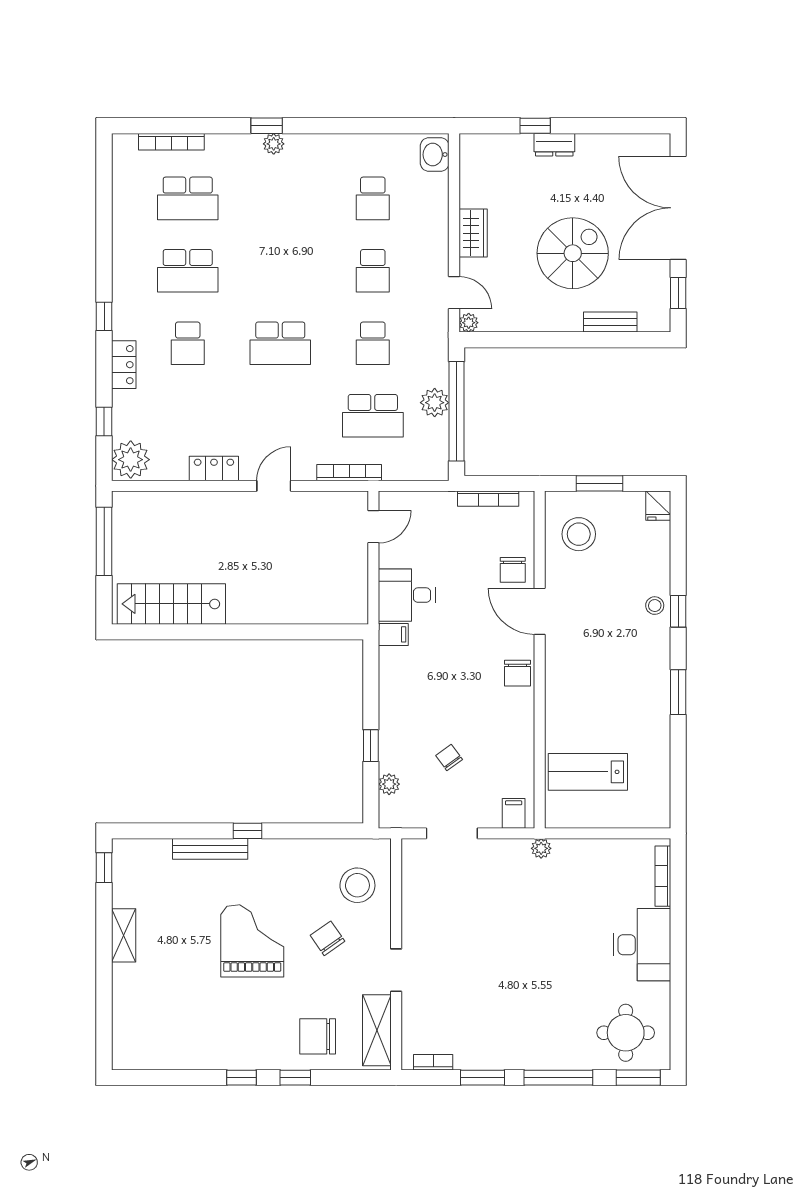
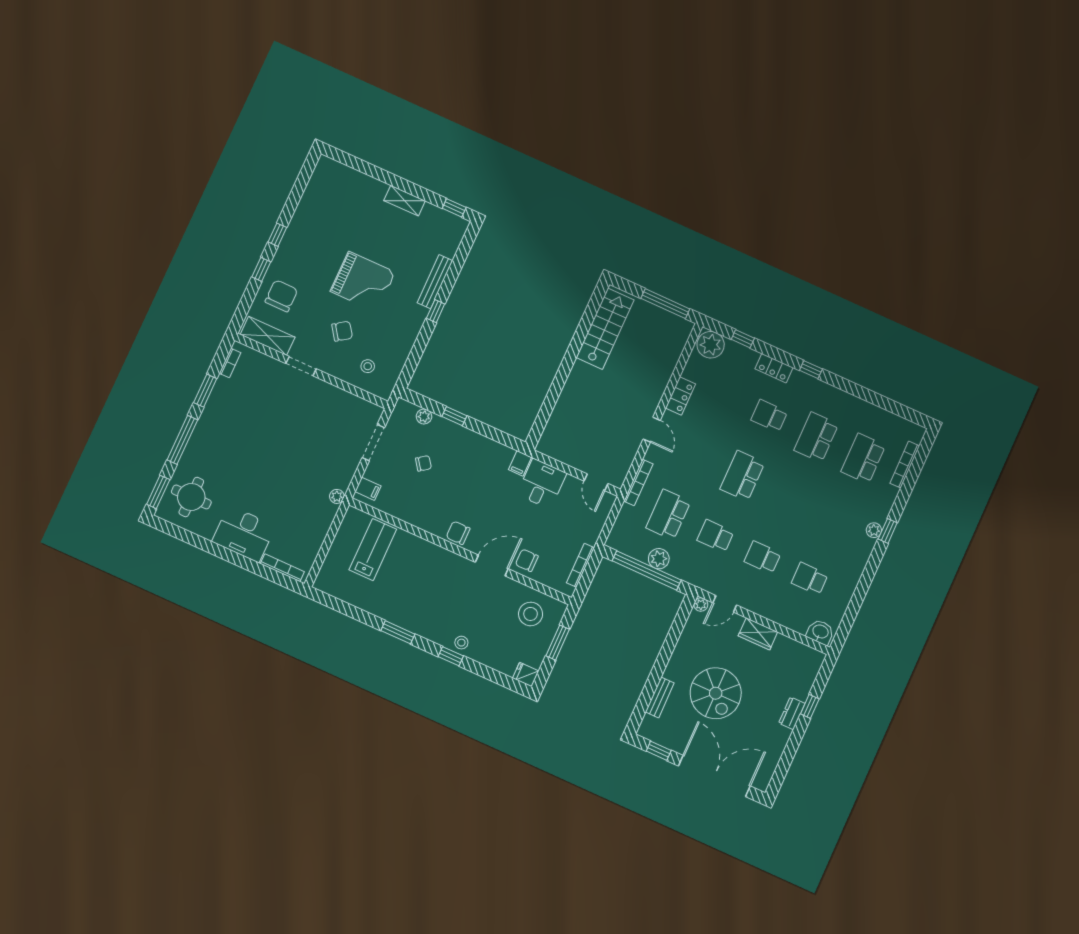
stool: (357, 885) -> (368, 366), width x0.53, depth x0.53

